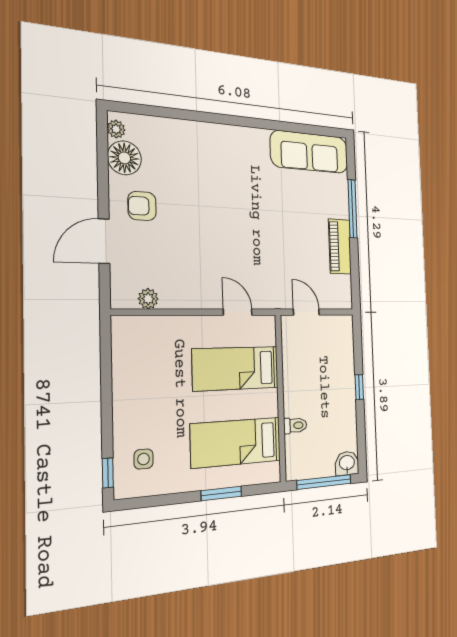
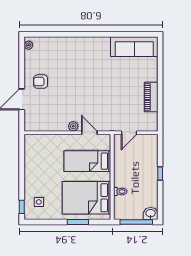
floor lamp: (124, 158) -> (32, 59), removed
window: (352, 209) -> (160, 76), removed
plant: (148, 299) -> (73, 126), moved
door: (306, 312) -> (129, 133), swing flipped
bed: (236, 442) -> (87, 198), width x1.50

